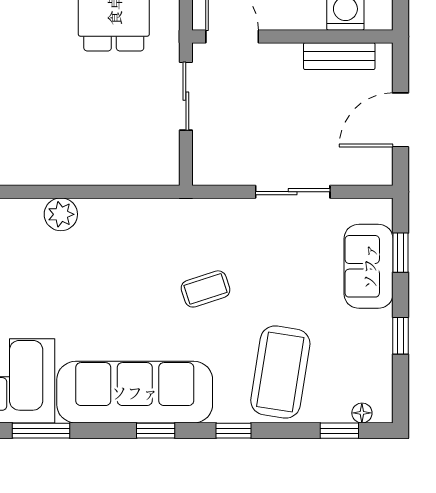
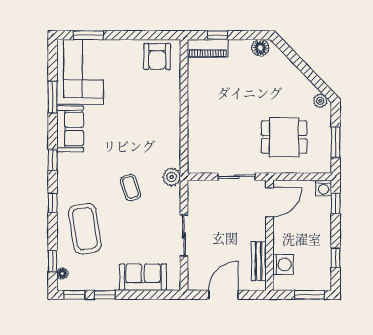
door: (400, 120) -> (224, 295), hinge flipped
plant: (61, 214) -> (172, 177), moved
window: (400, 253) -> (74, 295), moved
coffee table: (280, 372) -> (85, 229), turned 72
sofa: (135, 392) -> (70, 129), width x0.54, depth x0.79

